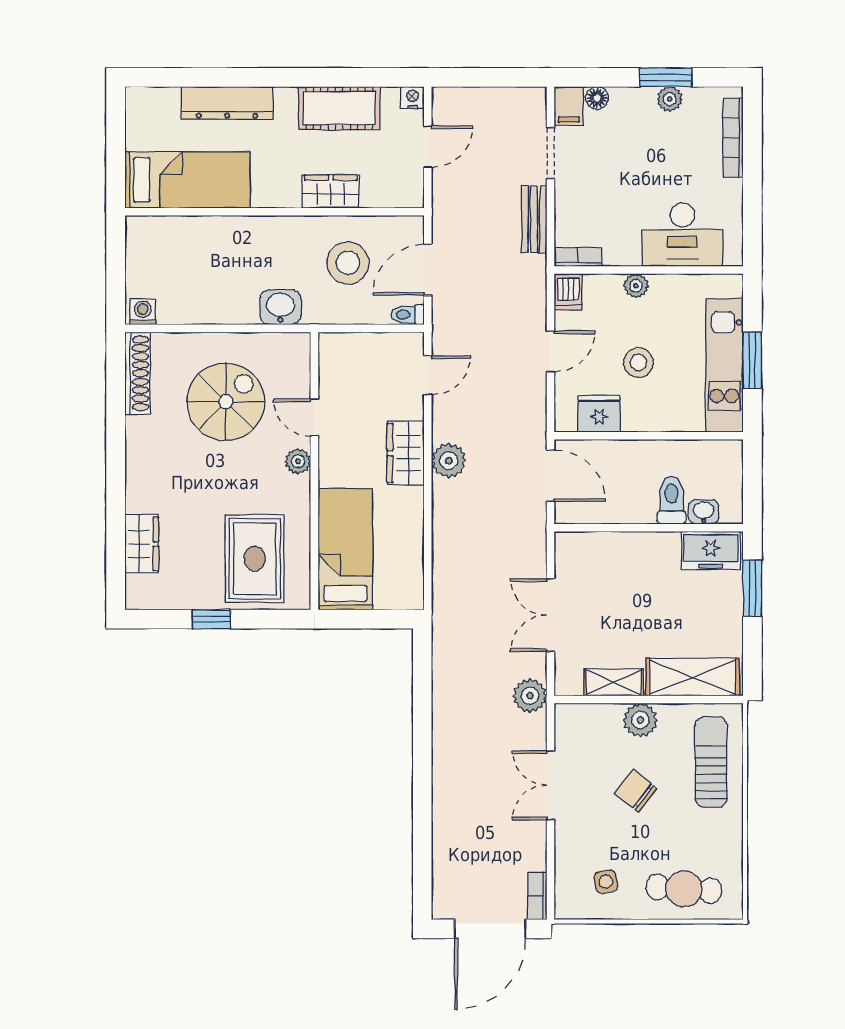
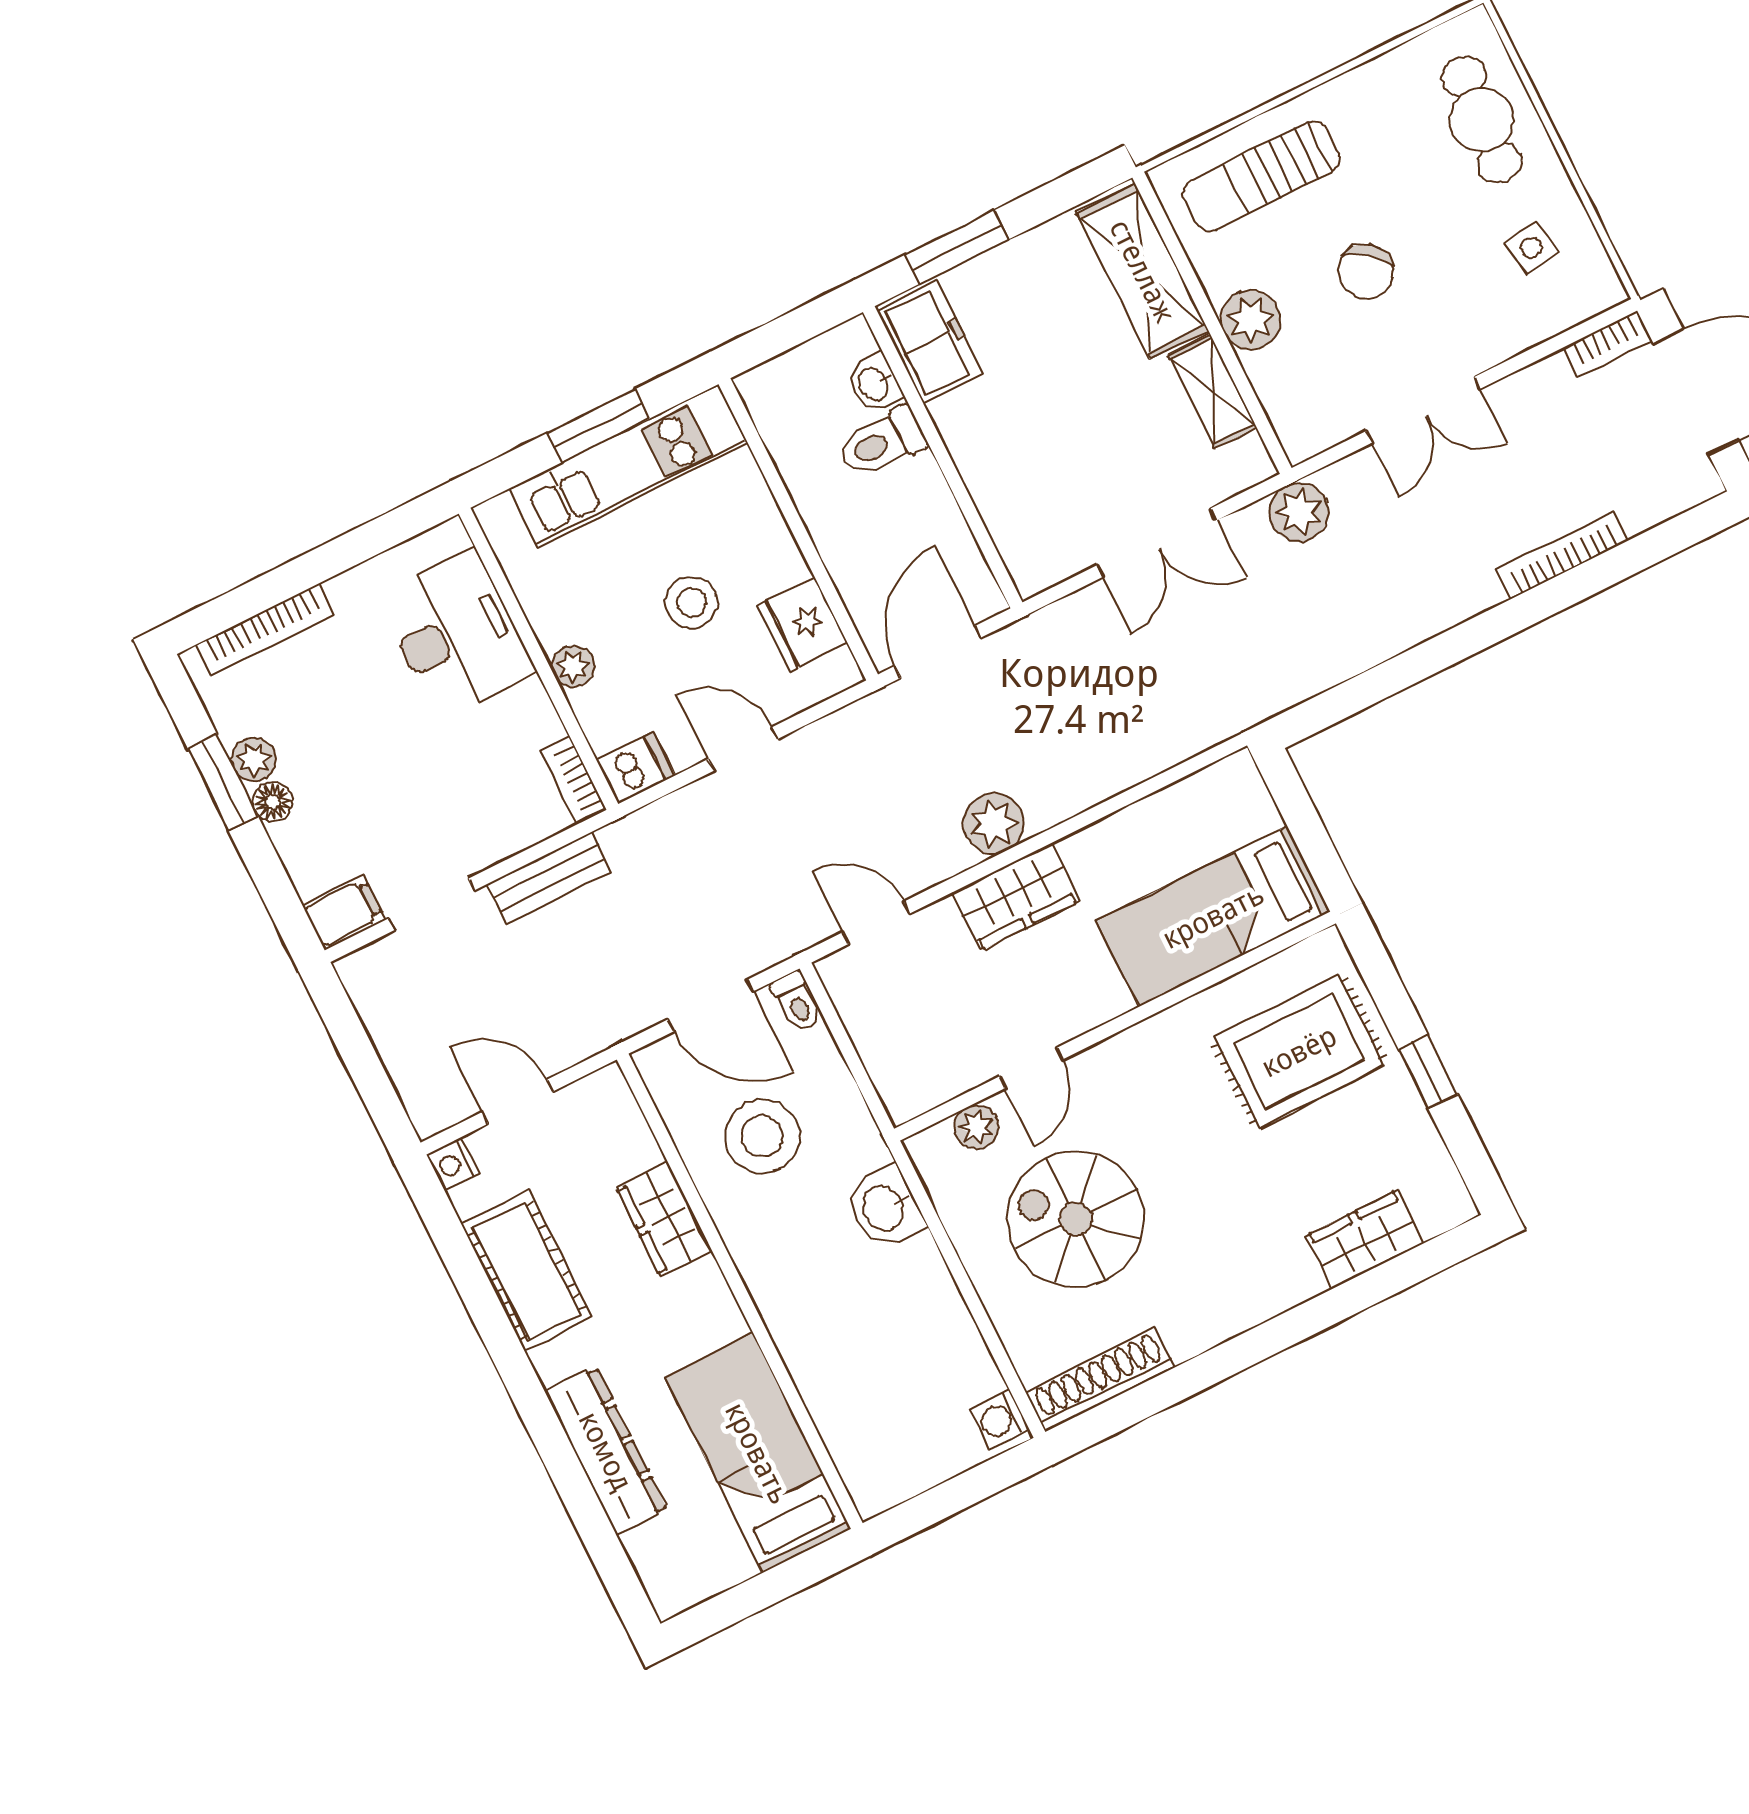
floor lamp: (597, 98) -> (273, 802), moved
plant: (298, 461) -> (976, 1127), moved
bookcase: (441, 819) -> (1562, 555), added

